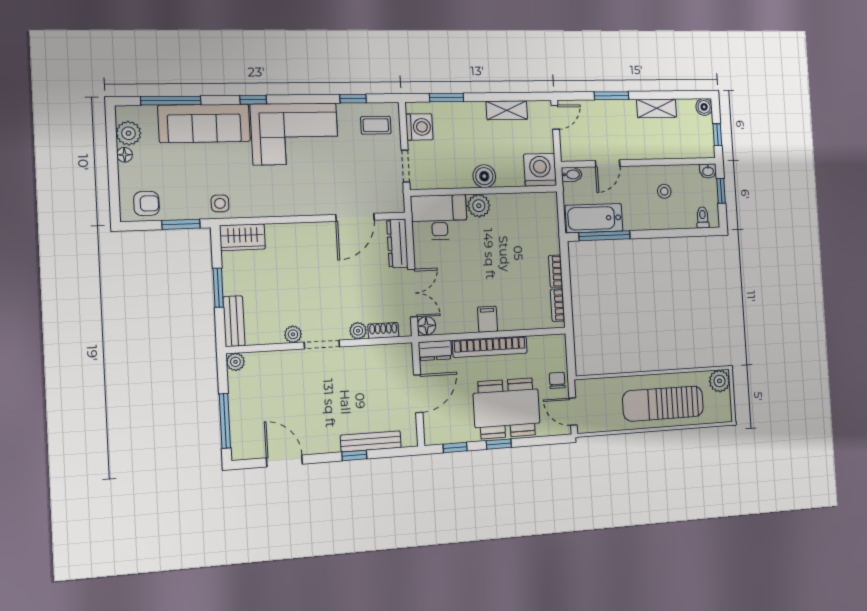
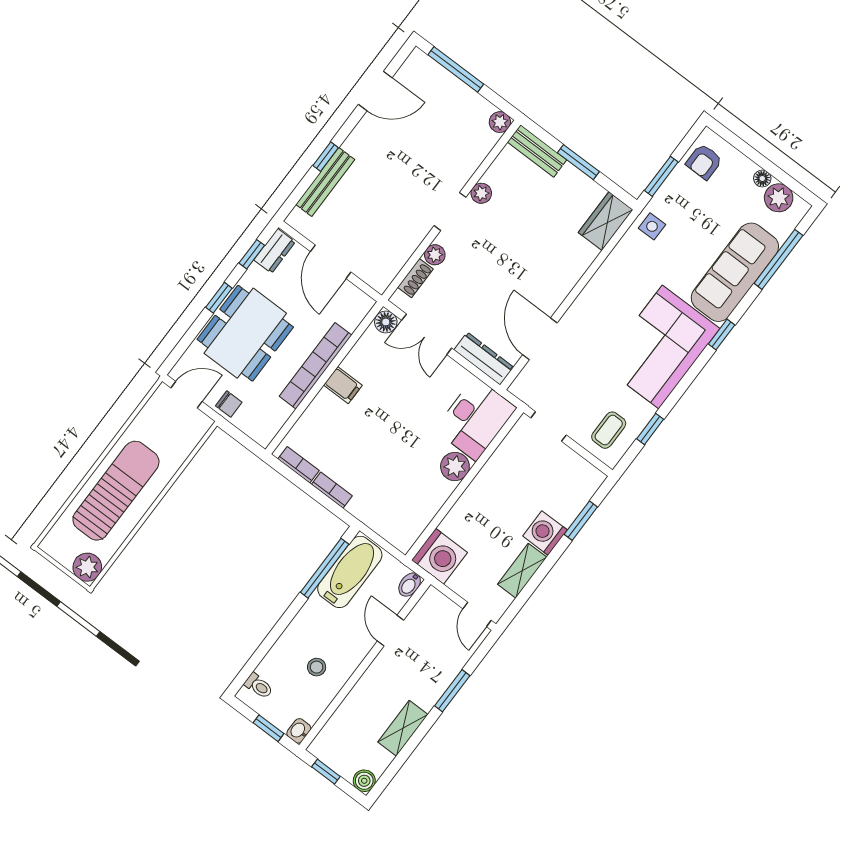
washing machine: (419, 127) -> (545, 533), moved, turned 90
boiler: (484, 176) -> (478, 495), removed
dresser: (435, 351) -> (275, 251), moved, turned 180

